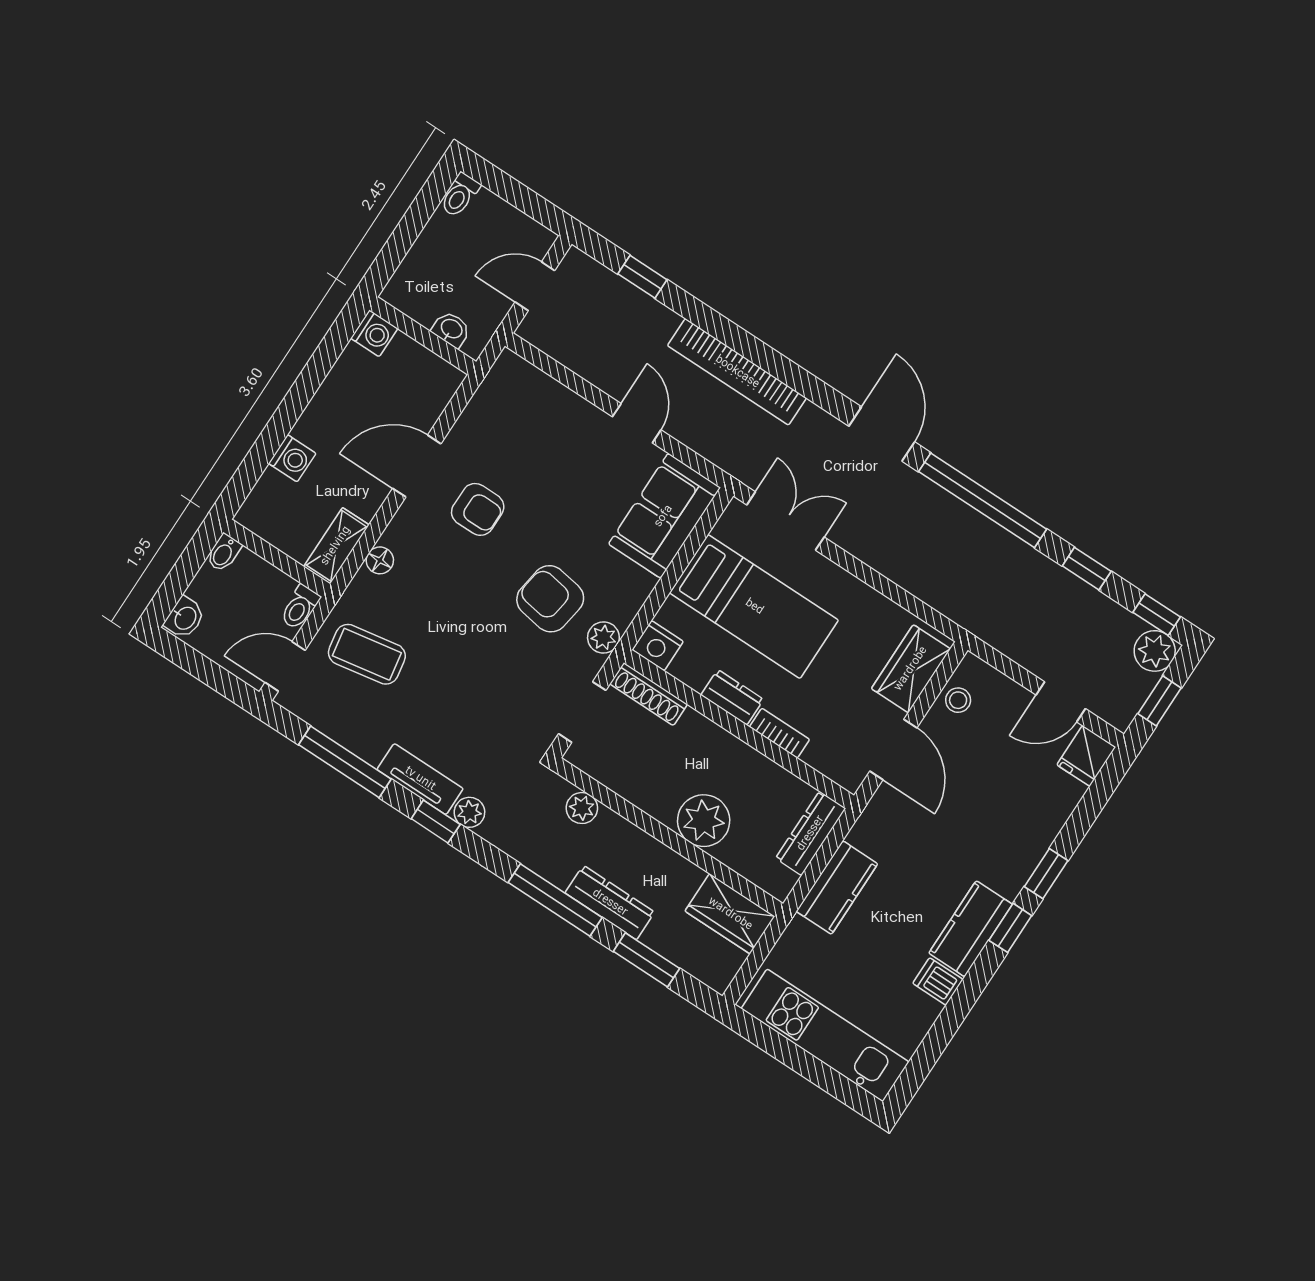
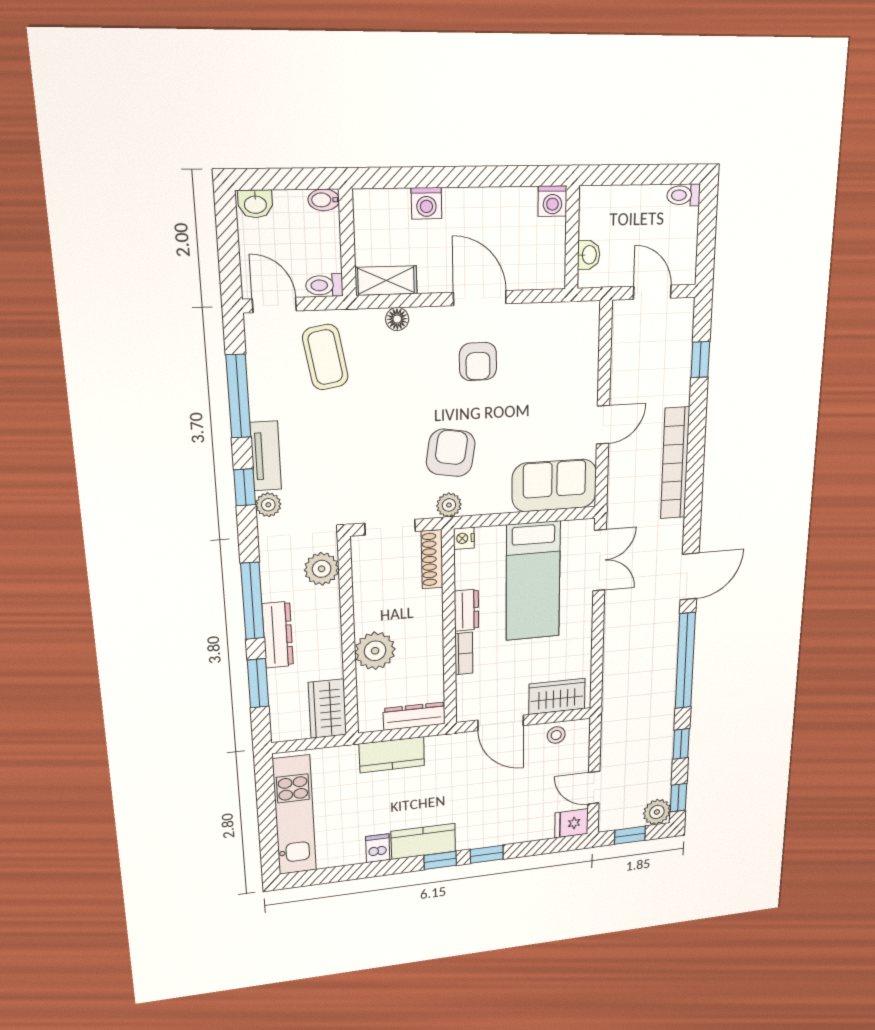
nightstand: (658, 646) -> (464, 538), width x0.72, depth x0.74
door: (893, 750) -> (501, 723), hinge flipped
plant: (582, 808) -> (322, 569), width x1.38, depth x1.38

